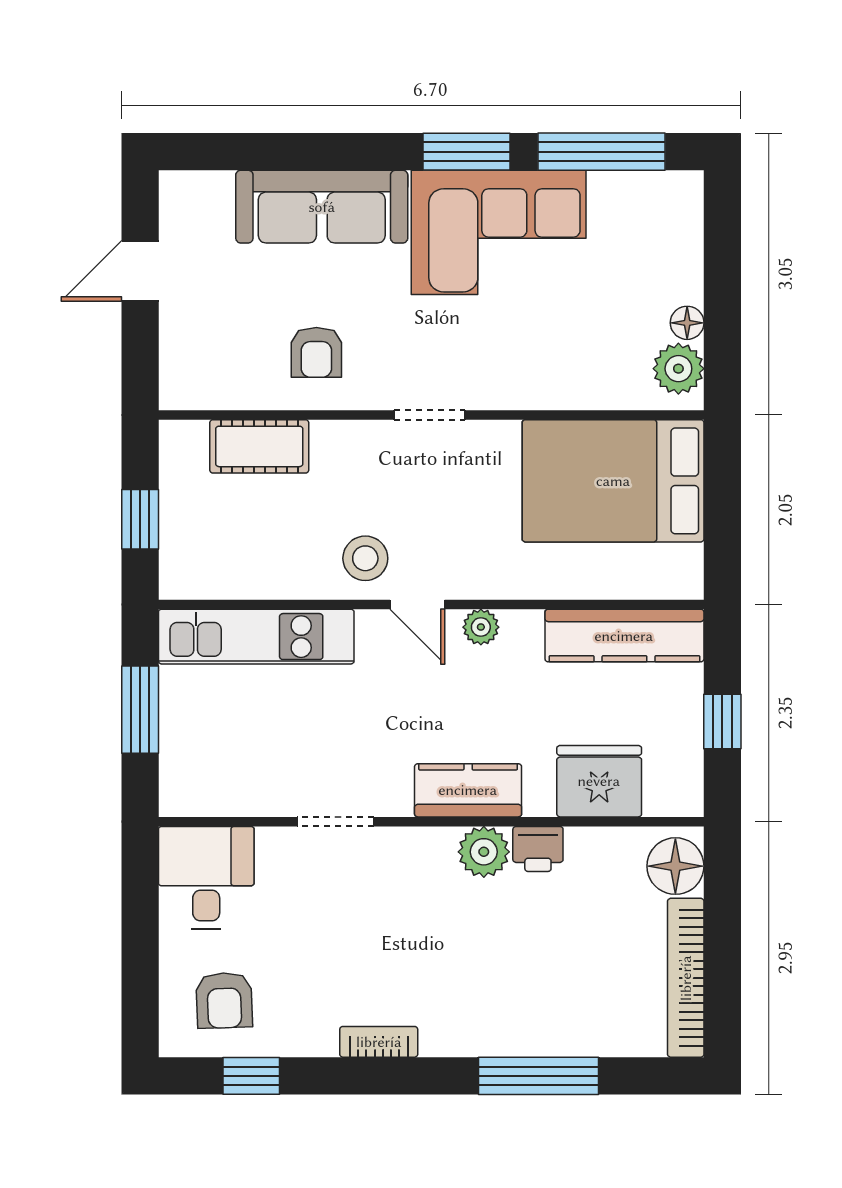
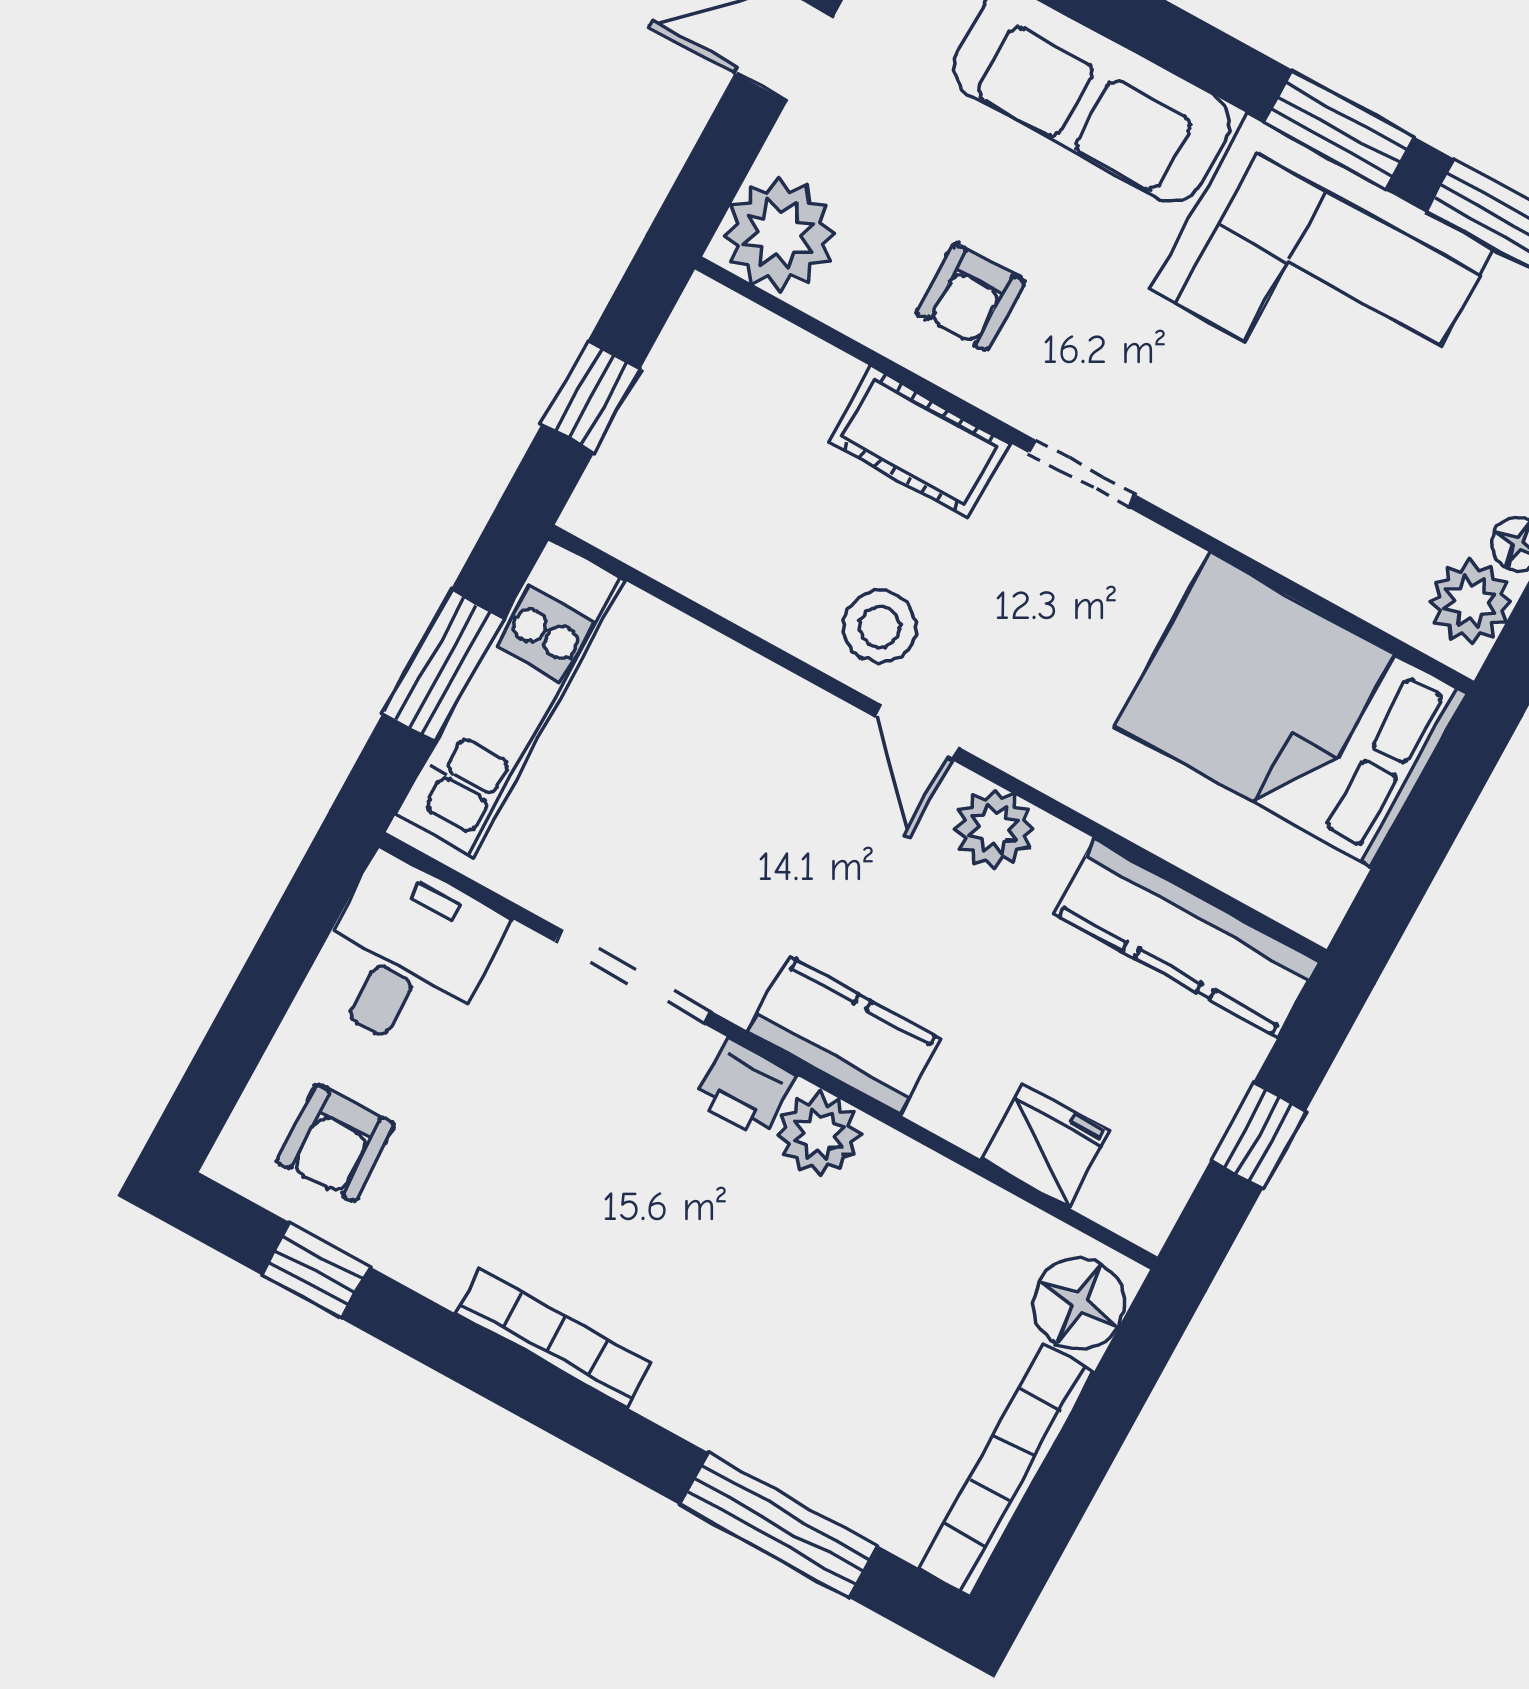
plant: (194, 375) -> (779, 234), added
cot: (259, 446) -> (919, 442), moved
plant: (481, 627) -> (994, 829), width x1.38, depth x1.38
kitchen unit: (256, 637) -> (510, 697), moved, turned -90
fridge: (599, 781) -> (1046, 1146), width x0.73, depth x0.75
doorway: (336, 822) -> (633, 976), width x1.38
printer: (538, 849) -> (744, 1088), moved
bookcase: (379, 1042) -> (553, 1339), width x1.56
window: (539, 1076) -> (779, 1525), moved

